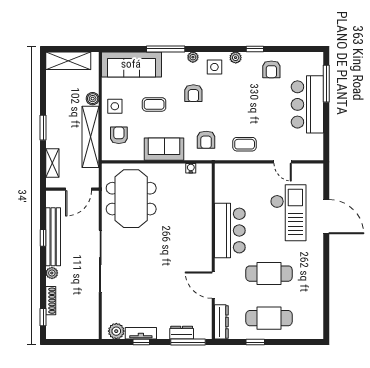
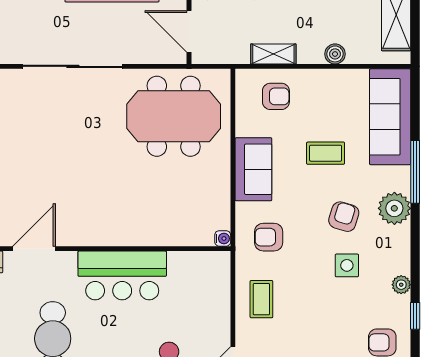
plant: (193, 57) -> (394, 208), width x1.88, depth x1.88
side table: (214, 67) -> (347, 265), moved
armchair: (193, 93) -> (344, 217), turned 107
coffee table: (154, 104) -> (326, 153), turned 90
side table: (115, 106) -> (323, 90), removed
shelving: (90, 137) -> (273, 54), width x0.45, depth x0.75
water cooler: (191, 168) -> (223, 238), moved

